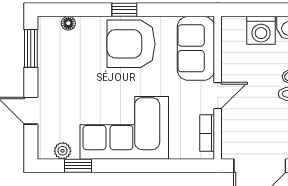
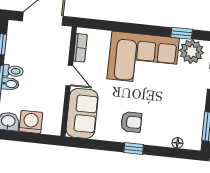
armchair: (131, 44) -> (131, 122), width x0.53, depth x0.53
door: (218, 96) -> (69, 76), swing flipped
plant: (63, 151) -> (192, 52), width x1.88, depth x1.88

